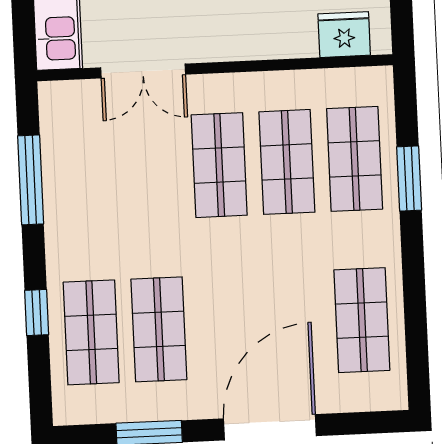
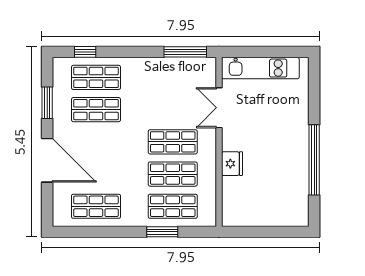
fridge: (344, 35) -> (232, 164), moved
window: (31, 180) -> (185, 52), moved
window: (37, 313) -> (85, 52), moved

